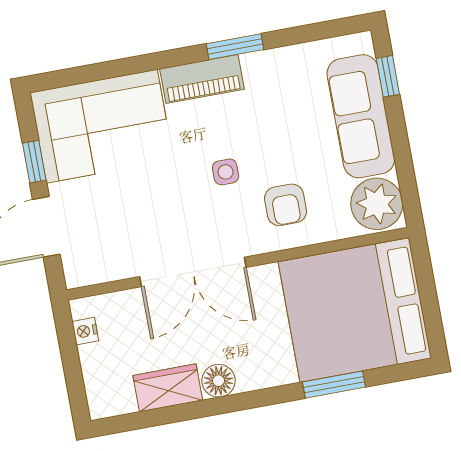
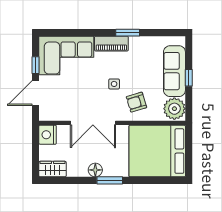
window: (388, 76) -> (189, 78), moved
armchair: (286, 205) -> (136, 102), turned 73
nightstand: (85, 331) -> (48, 135), width x1.89, depth x1.79
window: (334, 385) -> (110, 180), moved
wardrobe: (168, 388) -> (53, 169), moved

